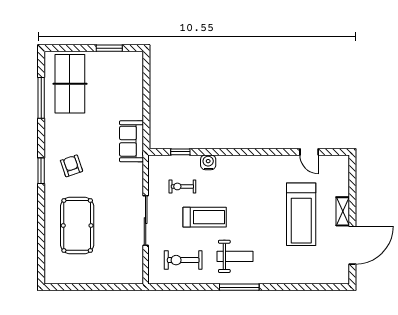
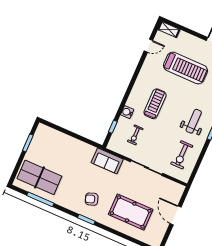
sofa: (131, 141) -> (107, 161), moved
shelving: (343, 211) -> (169, 29), moved
treadmill: (205, 217) -> (155, 104), moved
door: (99, 287) -> (176, 215), added

